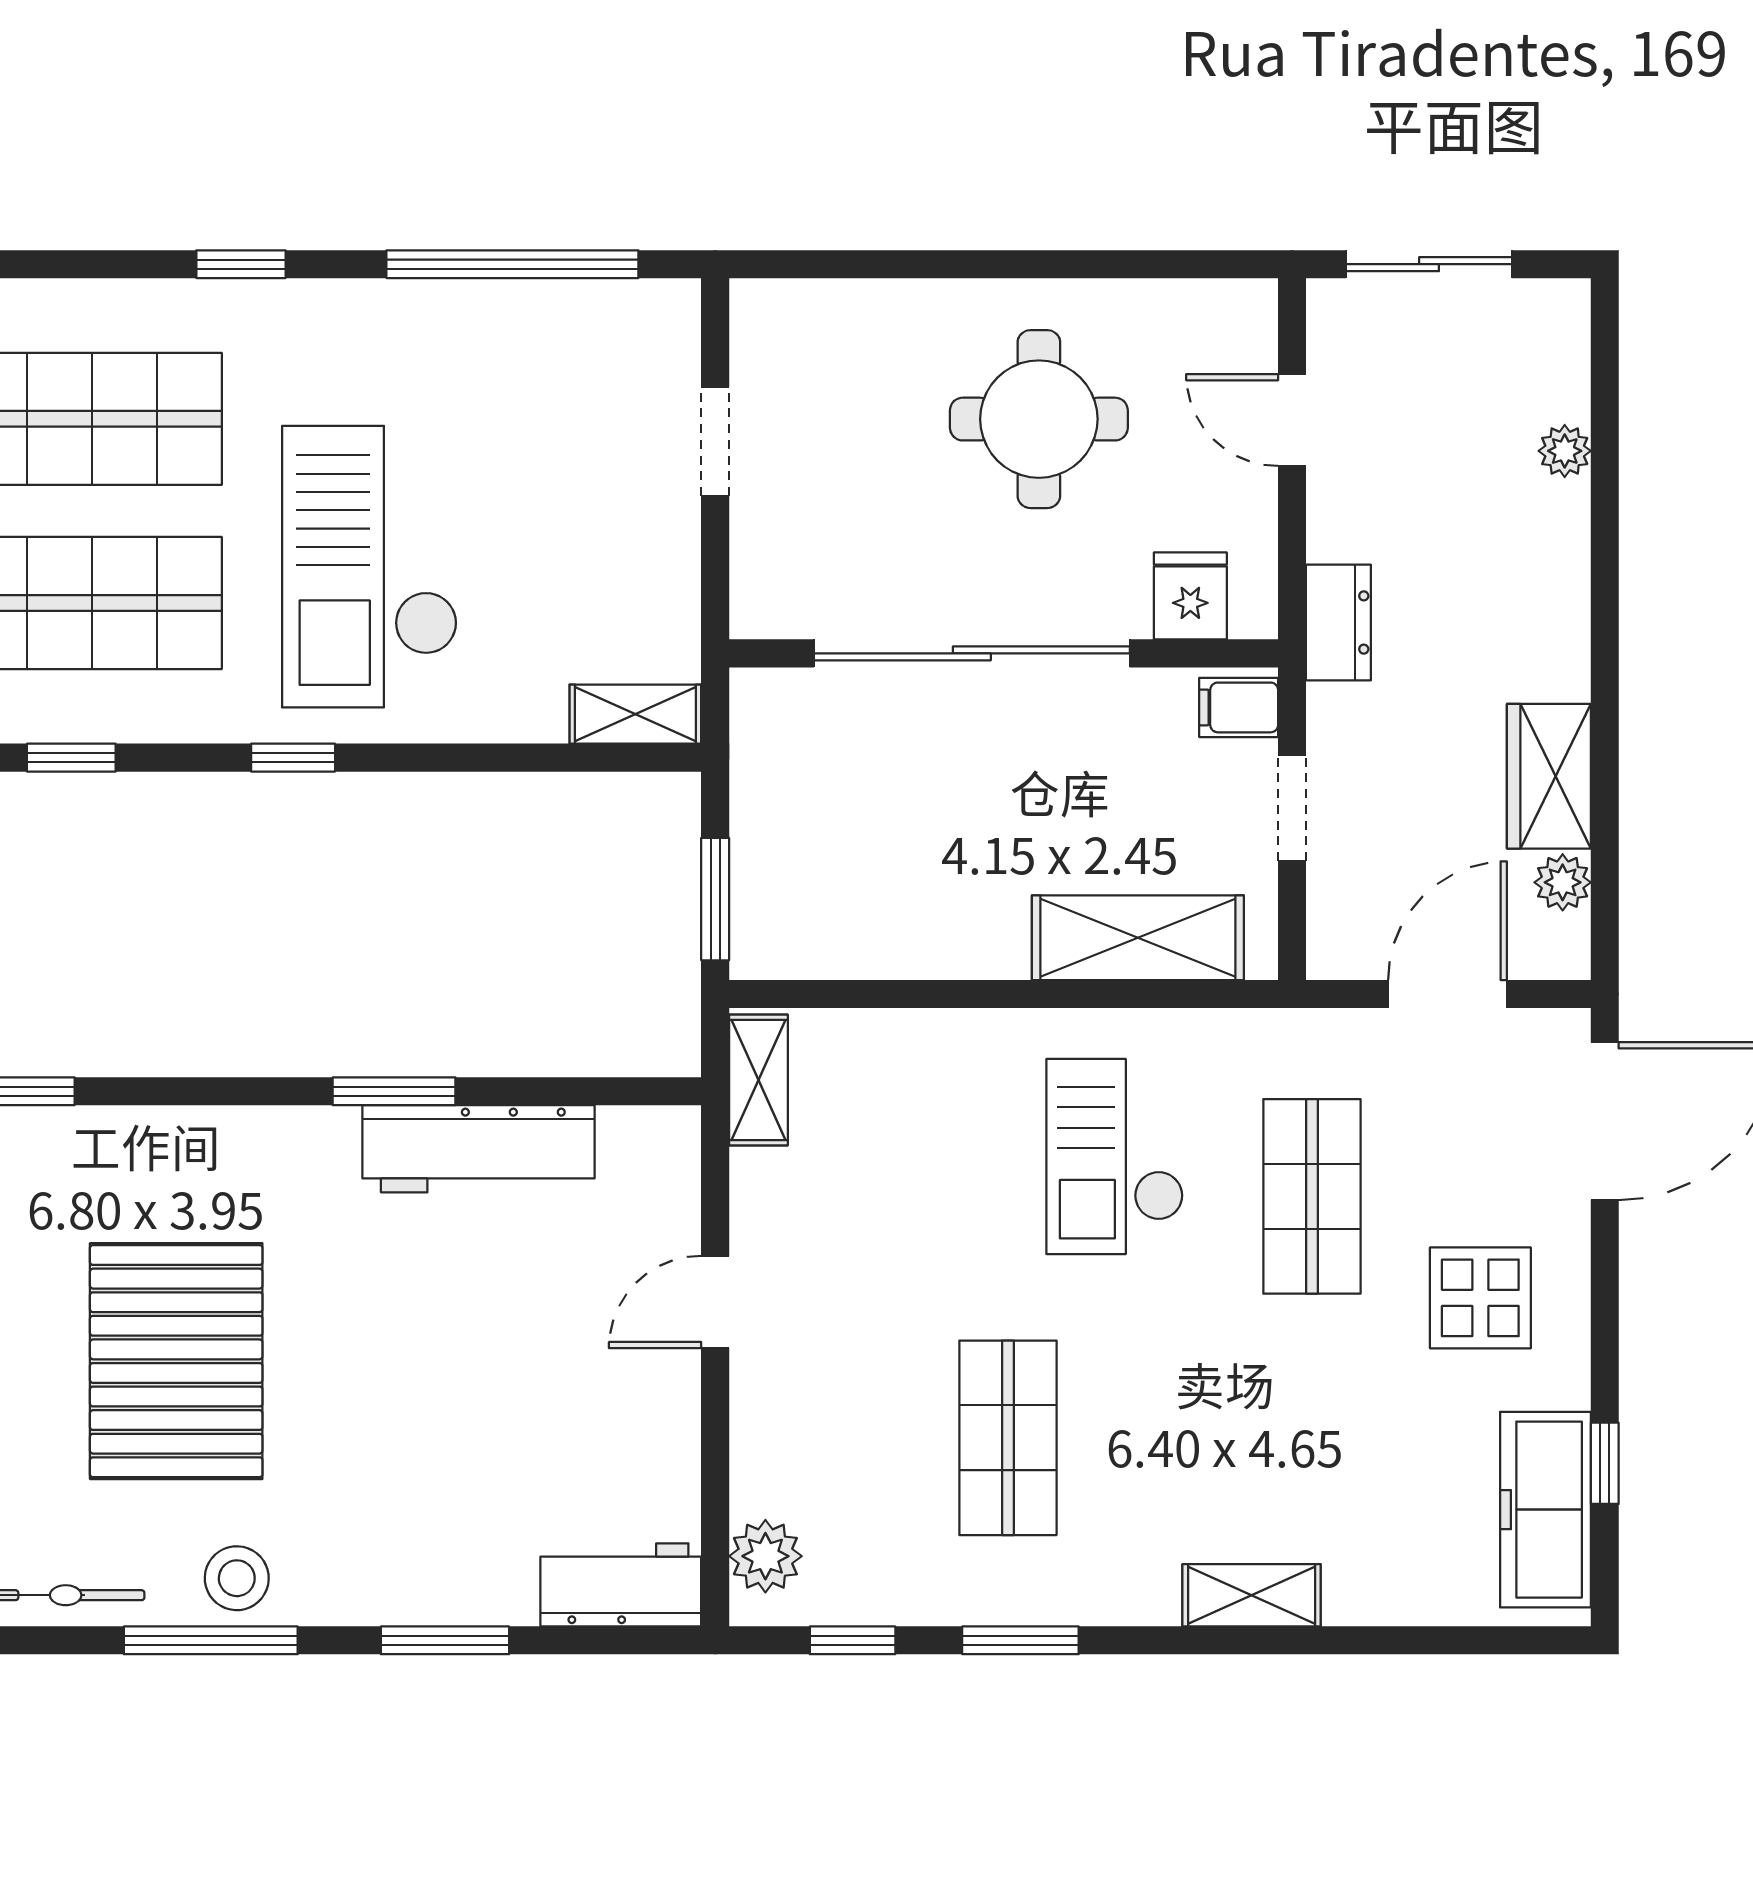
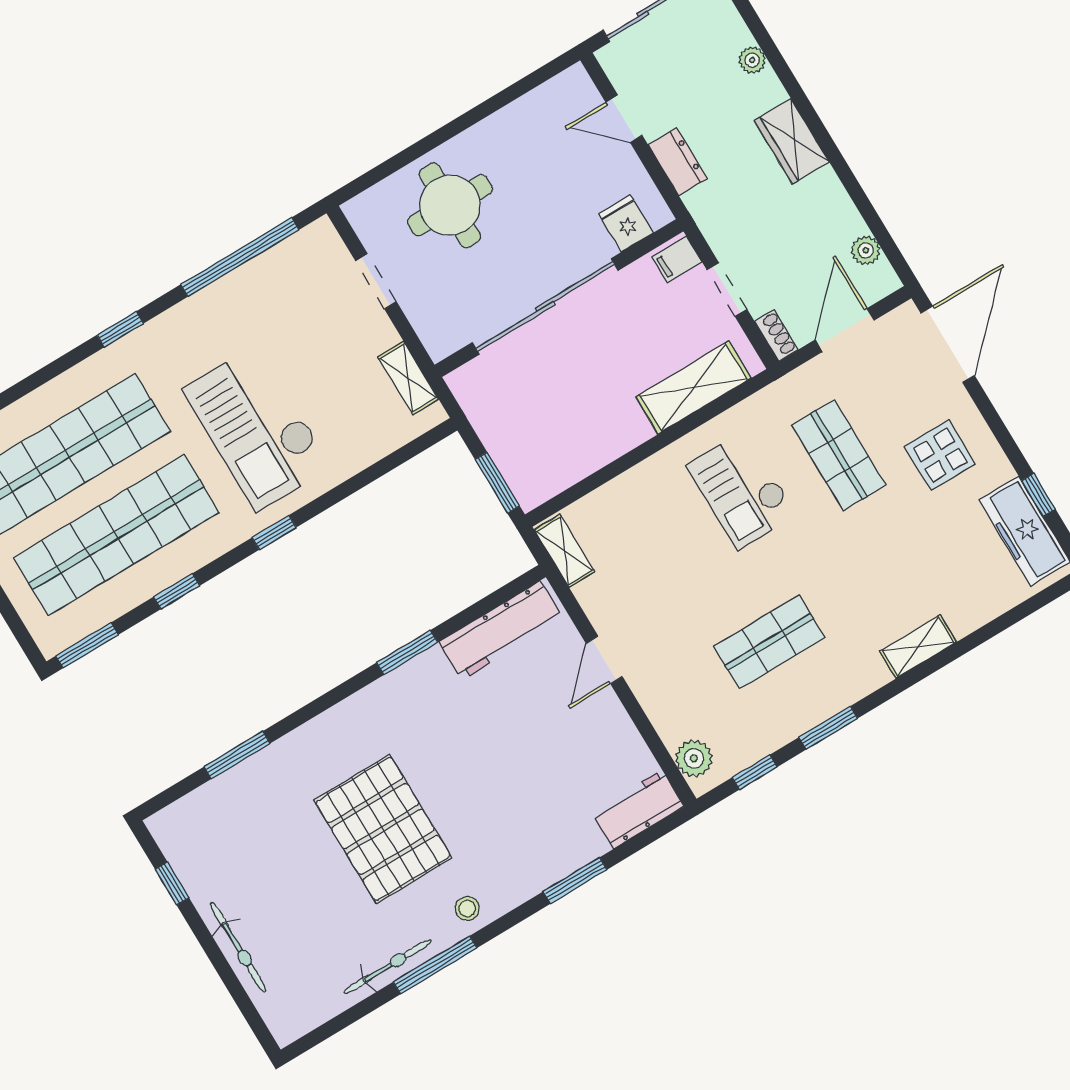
round table: (1039, 419) -> (450, 205), moved
dresser: (1338, 623) -> (678, 162), moved
shelving: (635, 714) -> (408, 378), moved, turned 90
wardrobe: (1549, 776) -> (792, 141), moved
shoe rack: (1328, 934) -> (776, 335), added
workbench: (478, 1149) -> (501, 630), moved
shop shelf: (1008, 1438) -> (769, 642), turned 90
stool: (237, 1578) -> (467, 908), width x0.73, depth x0.73
window: (211, 1640) -> (435, 965), moved

